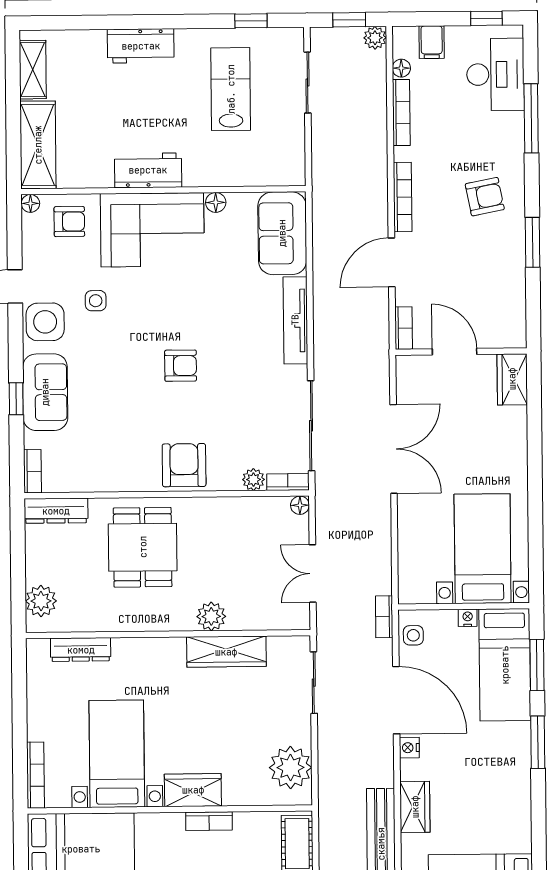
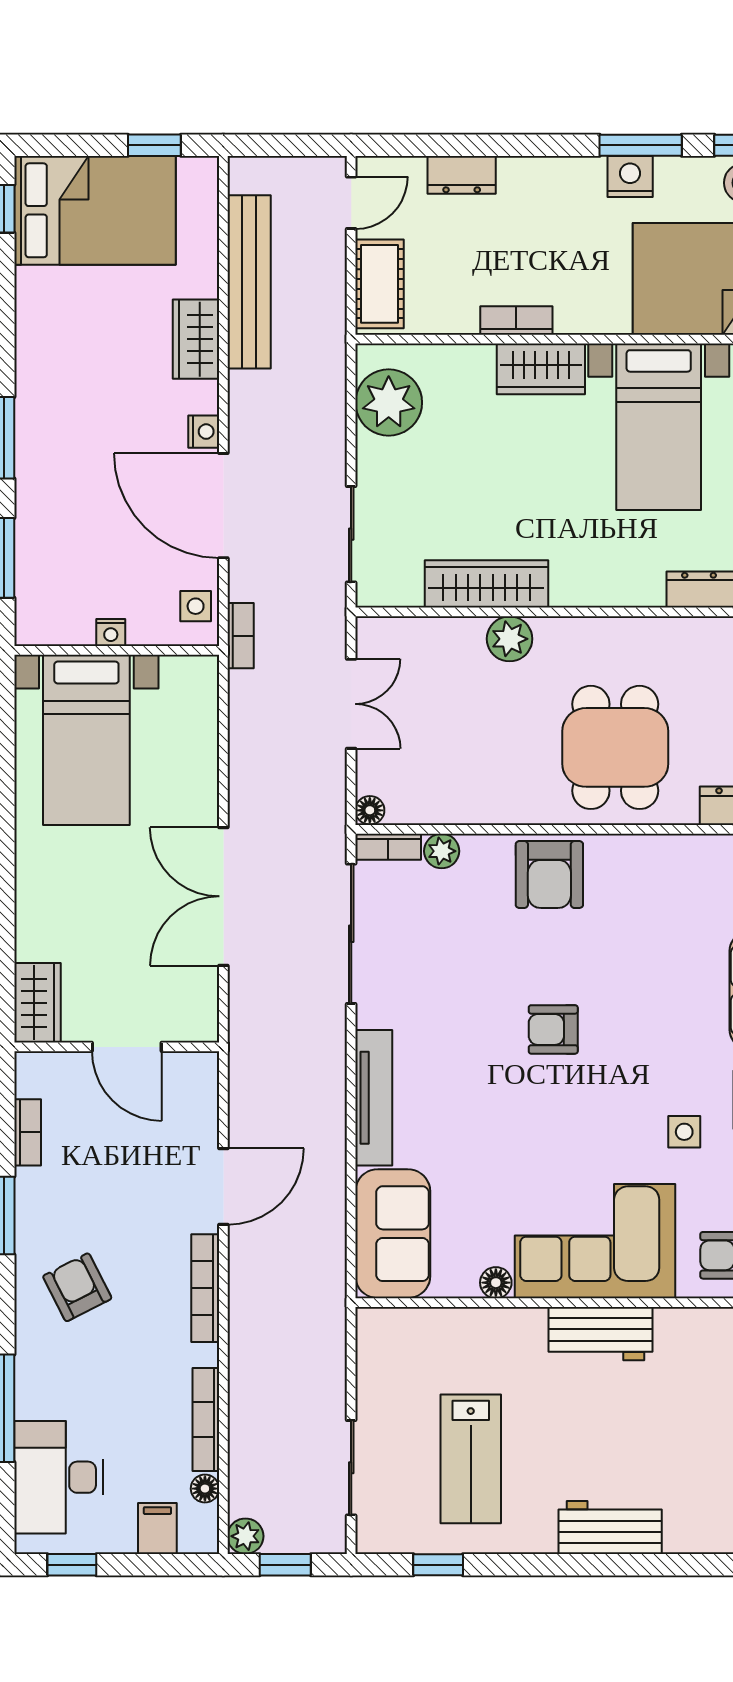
armchair: (485, 197) -> (77, 1287), turned 74
bookcase: (404, 328) -> (28, 1132), moved, turned 180
bed: (505, 665) -> (54, 559), removed

